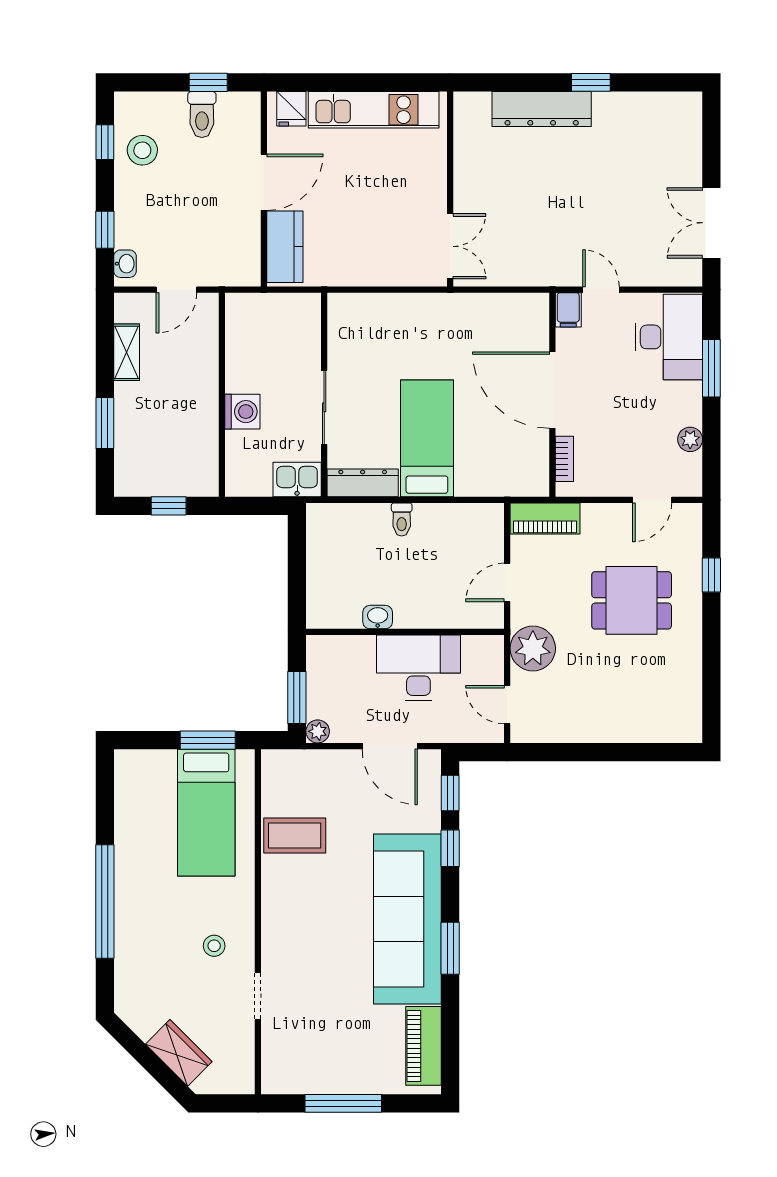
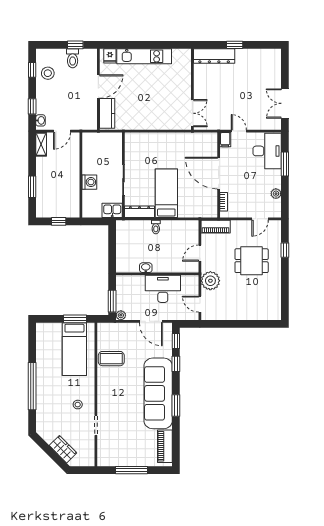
wall: (450, 189) -> (192, 89), moved
double door: (450, 246) -> (192, 113), moved
shelving: (127, 352) -> (41, 144), moved

